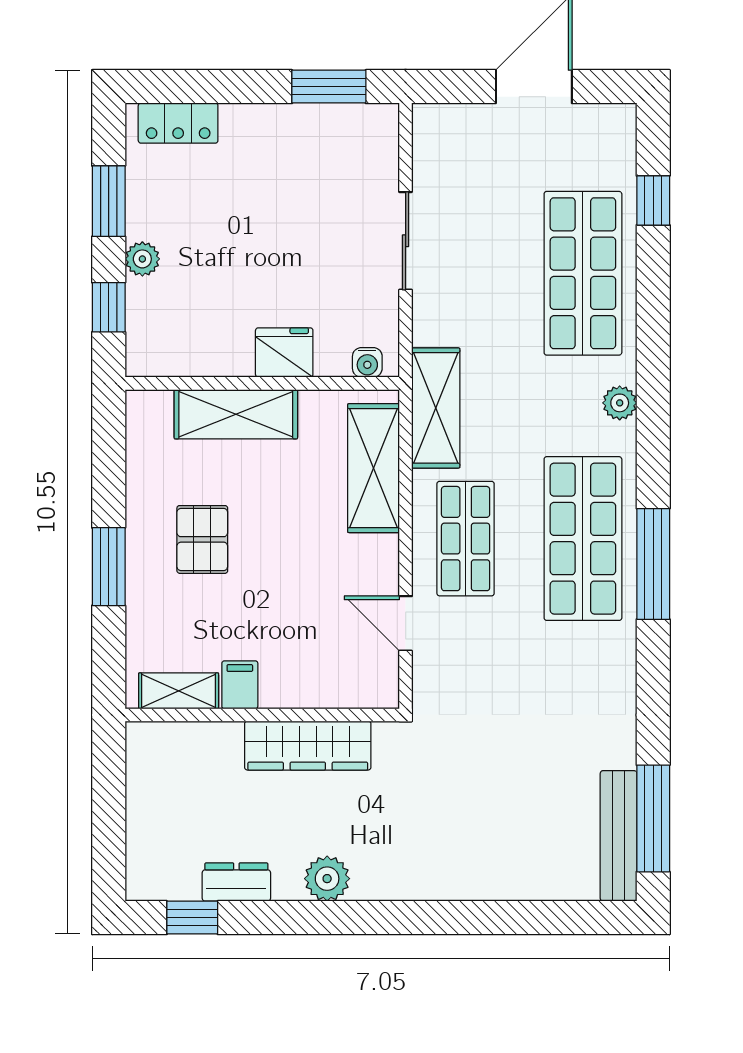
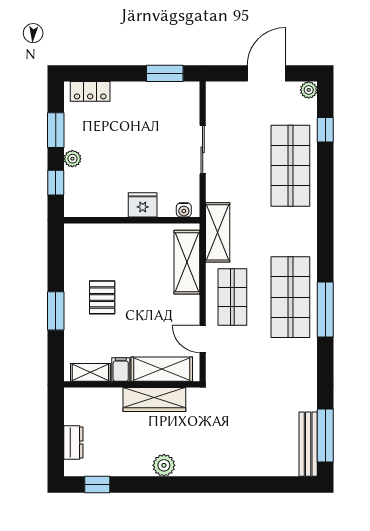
plant: (620, 403) -> (309, 90), moved
shelving: (236, 414) -> (162, 369), moved
dresser: (236, 882) -> (73, 443), moved, turned 90

